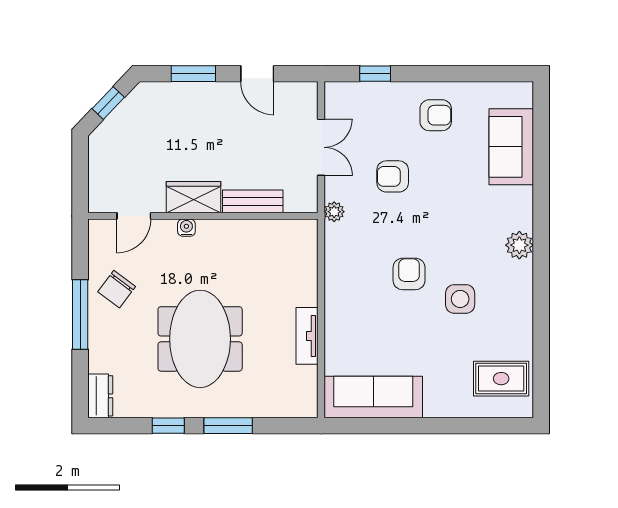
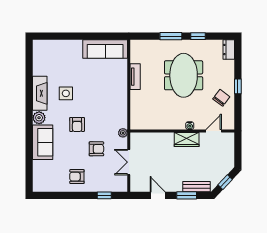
sofa: (511, 147) -> (43, 142), moved
bench: (253, 201) -> (197, 187), moved
armchair: (409, 274) -> (77, 124), moved
fireplace: (518, 299) -> (40, 93), added
window: (80, 315) -> (238, 86), width x0.46
rug: (501, 379) -> (47, 57), removed

